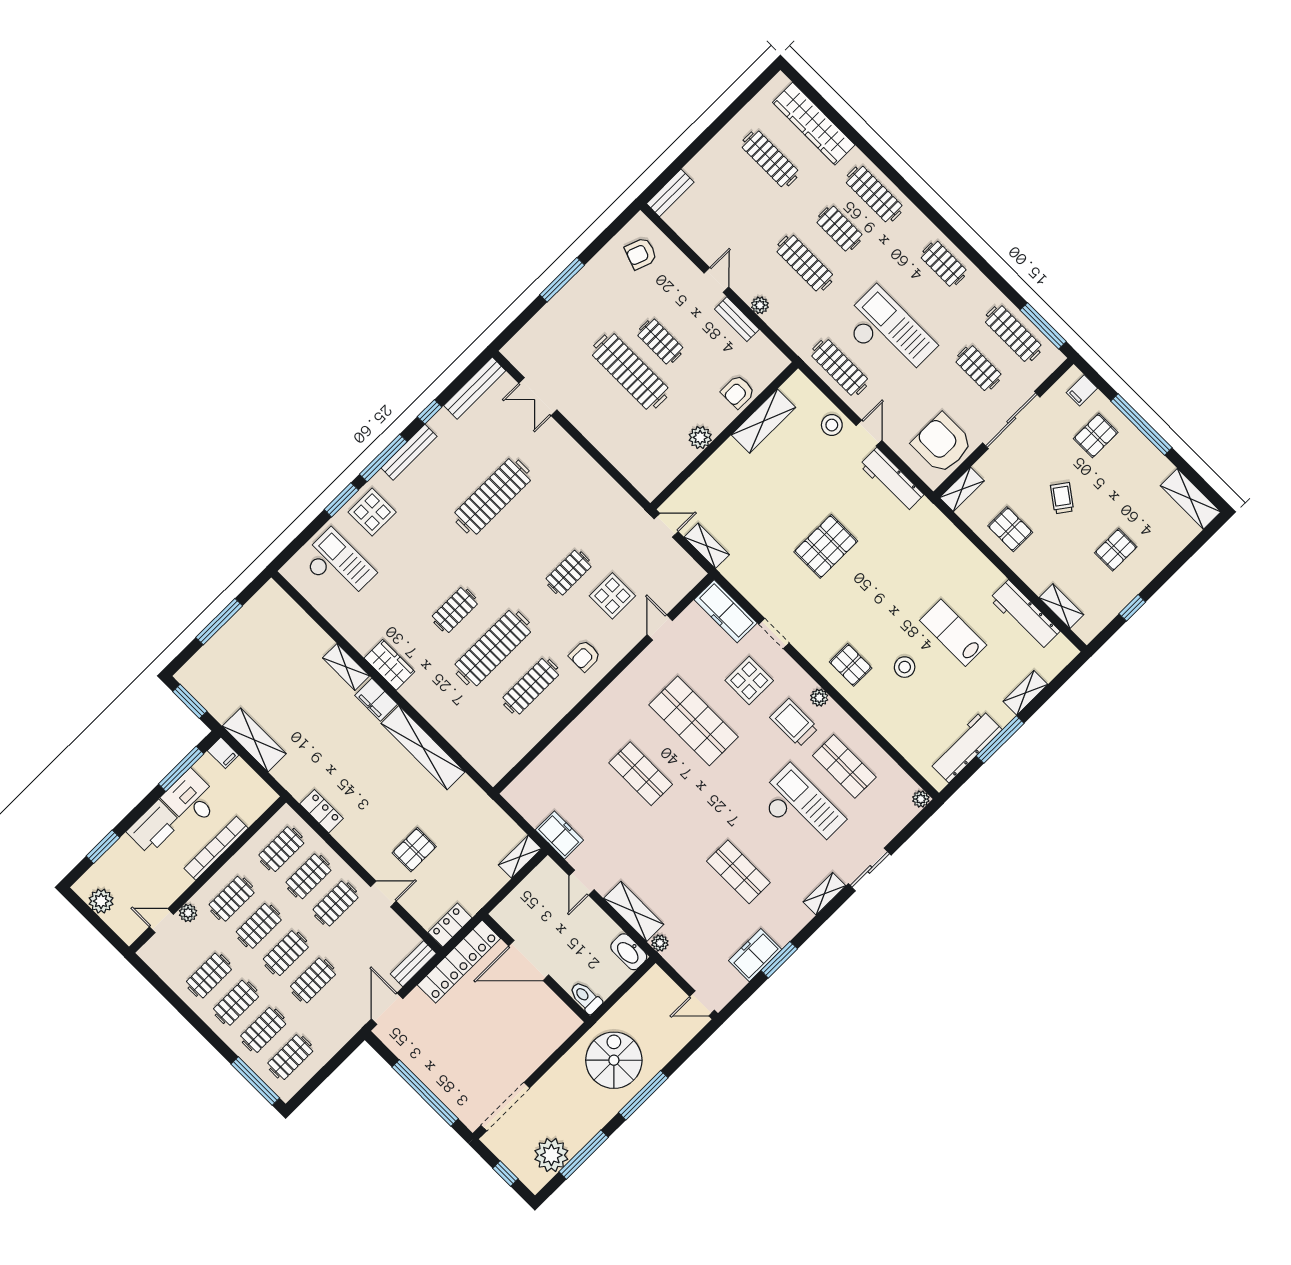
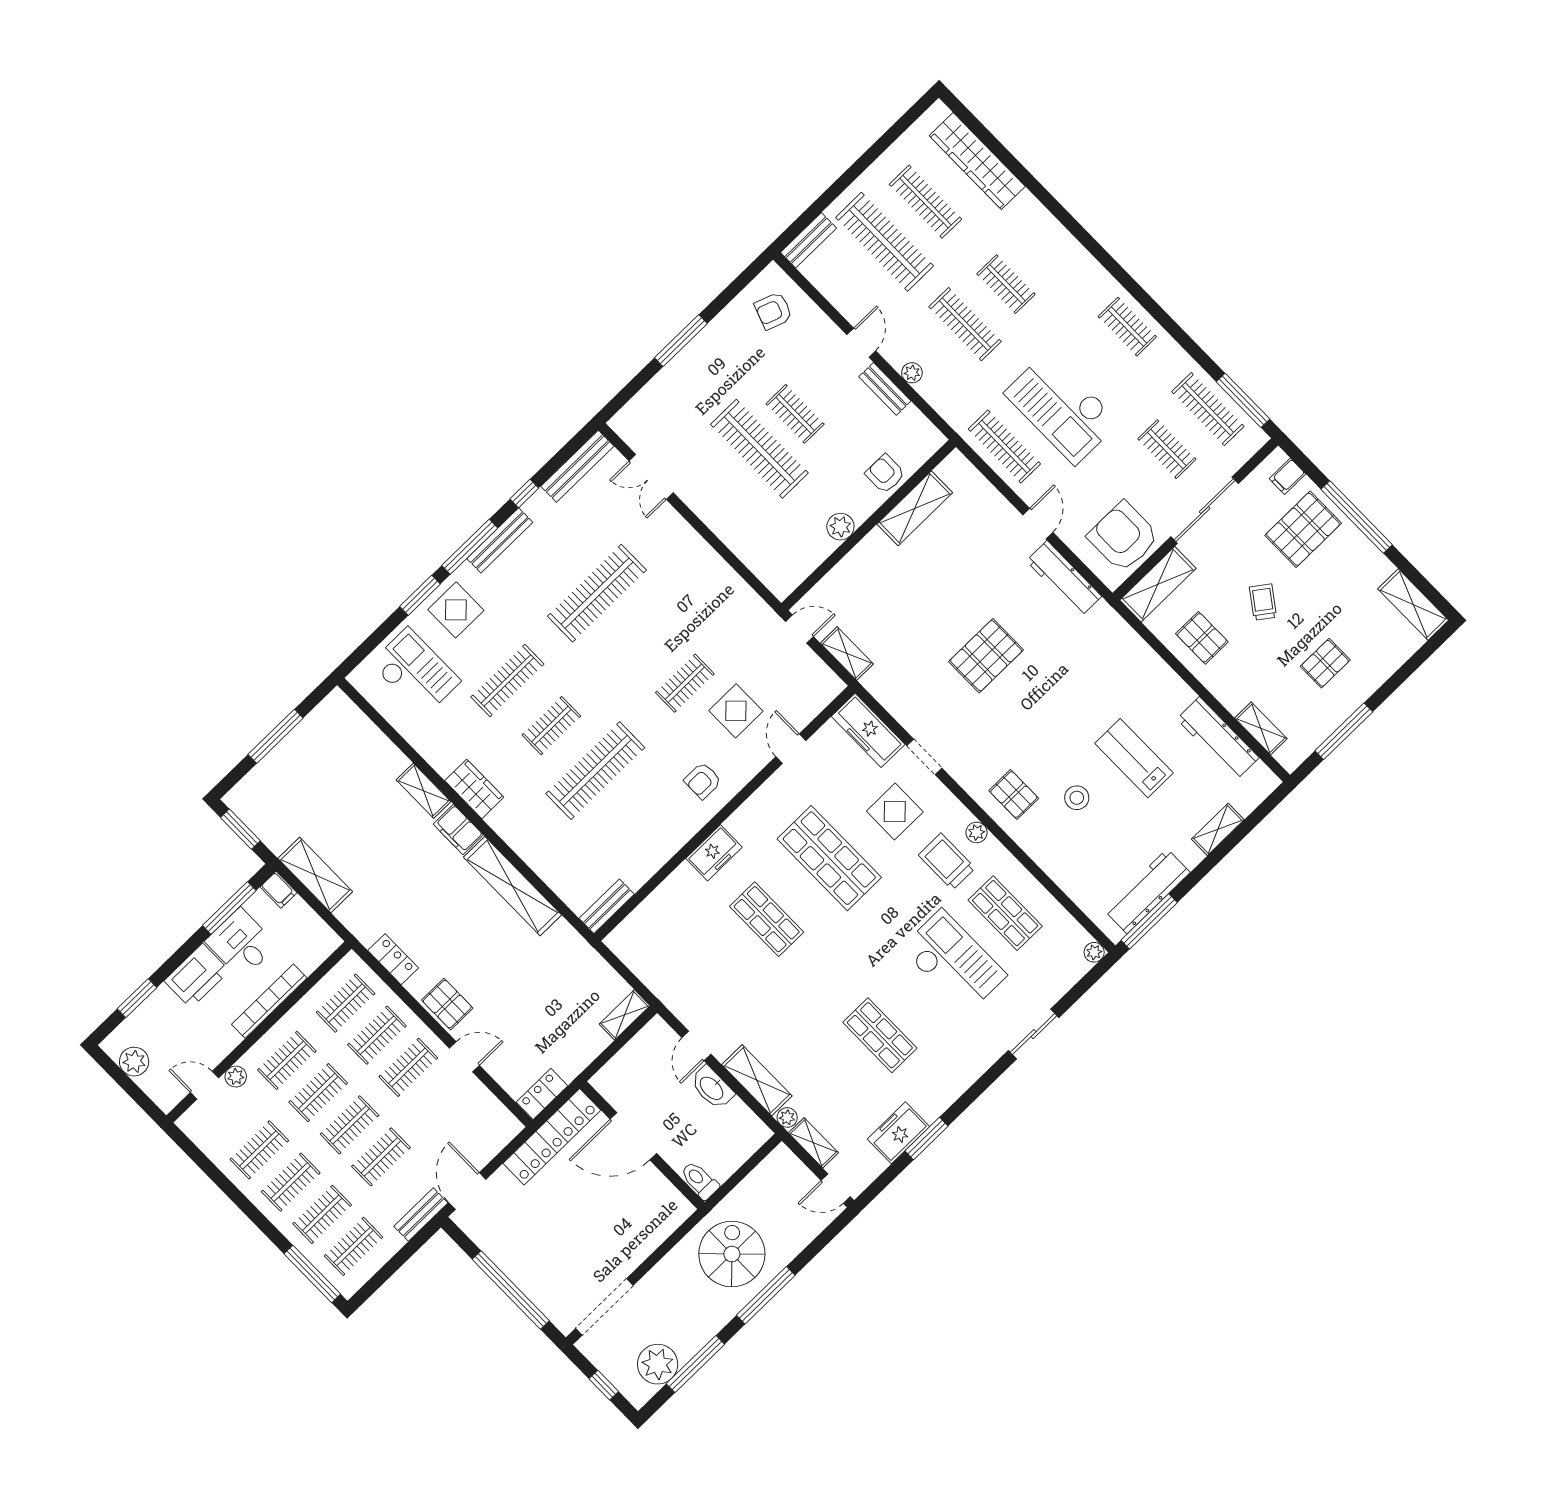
clothes rail: (874, 194) -> (885, 242), moved, width x1.37, depth x1.31
checkout: (888, 334) -> (1062, 408), turned 180
armchair: (738, 392) -> (885, 474), turned 90
stool: (832, 425) -> (995, 514), removed
pallet: (1096, 436) -> (1303, 529), width x1.50, depth x1.42
shelving: (962, 489) -> (1158, 584), width x1.50, depth x1.33
window: (1132, 608) -> (1344, 731), width x2.17
clothes rail: (531, 686) -> (507, 681), moved
window: (1000, 740) -> (1149, 921), moved
bench: (504, 764) -> (607, 906), added
freezer: (559, 835) -> (714, 853), moved, turned 90
pallet: (414, 850) -> (447, 1004), moved, turned 90
shelving: (824, 894) -> (813, 1143), moved, turned 90
washbasin: (629, 952) -> (712, 1088), moved
bench: (413, 964) -> (421, 1215), moved

